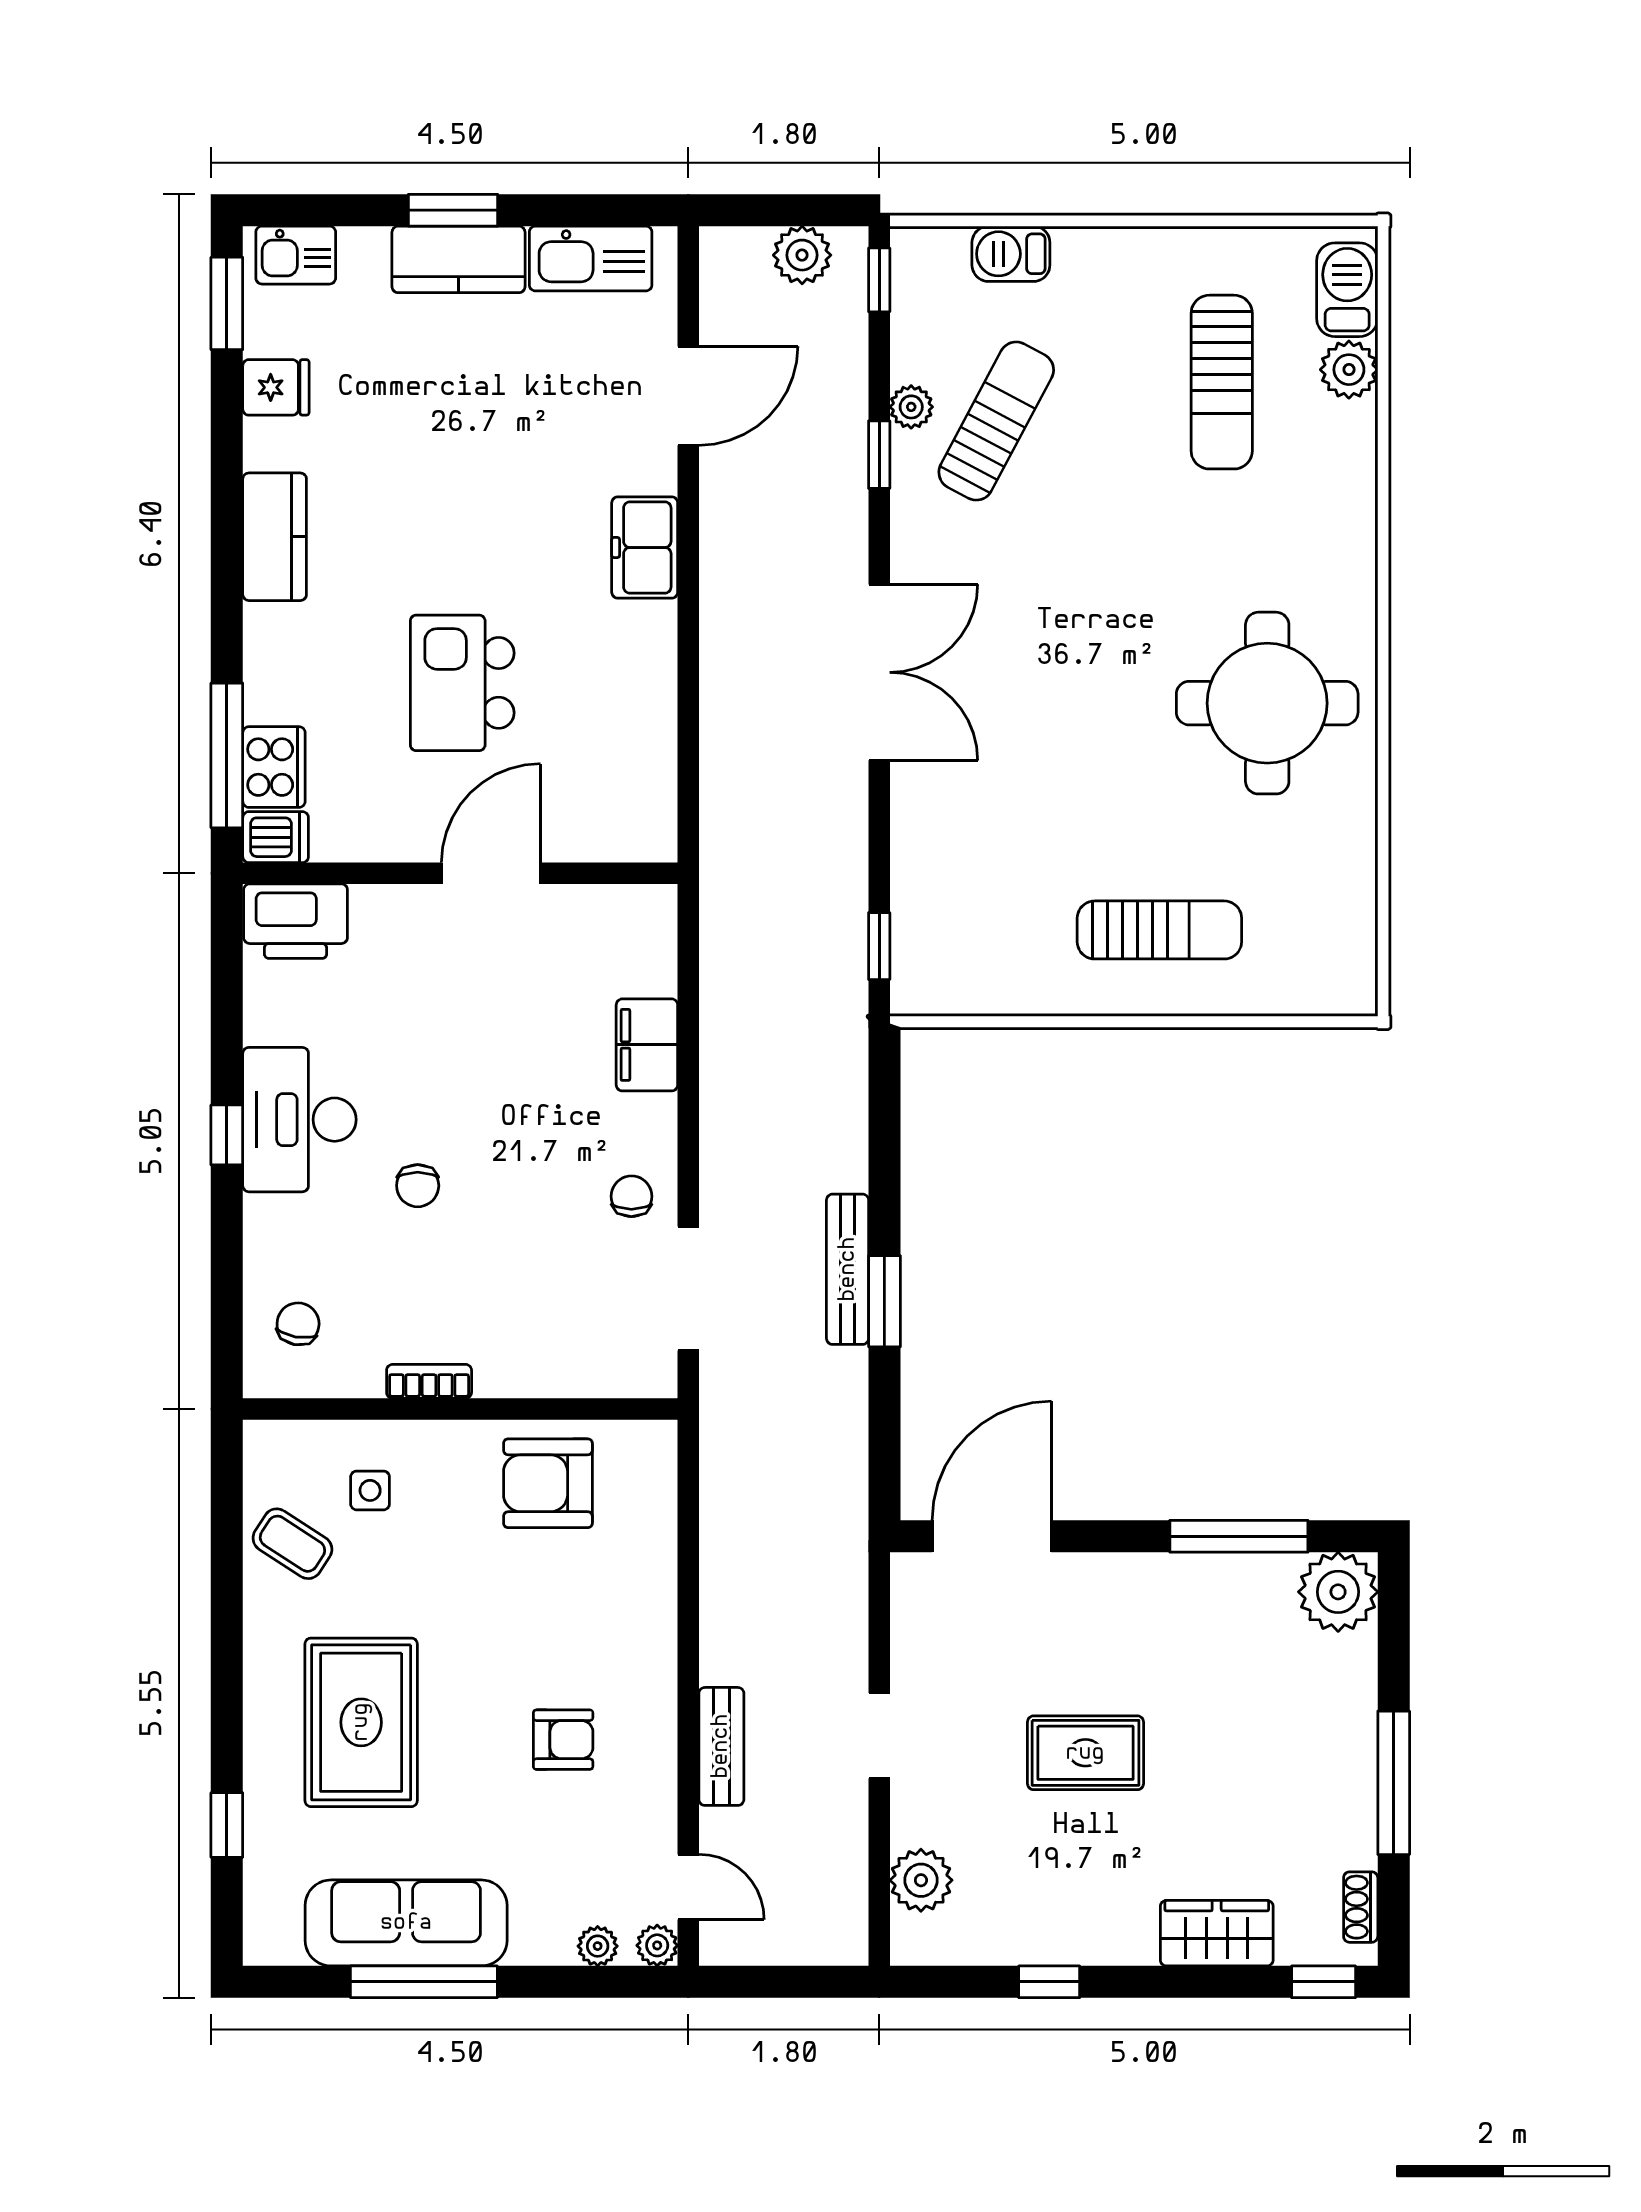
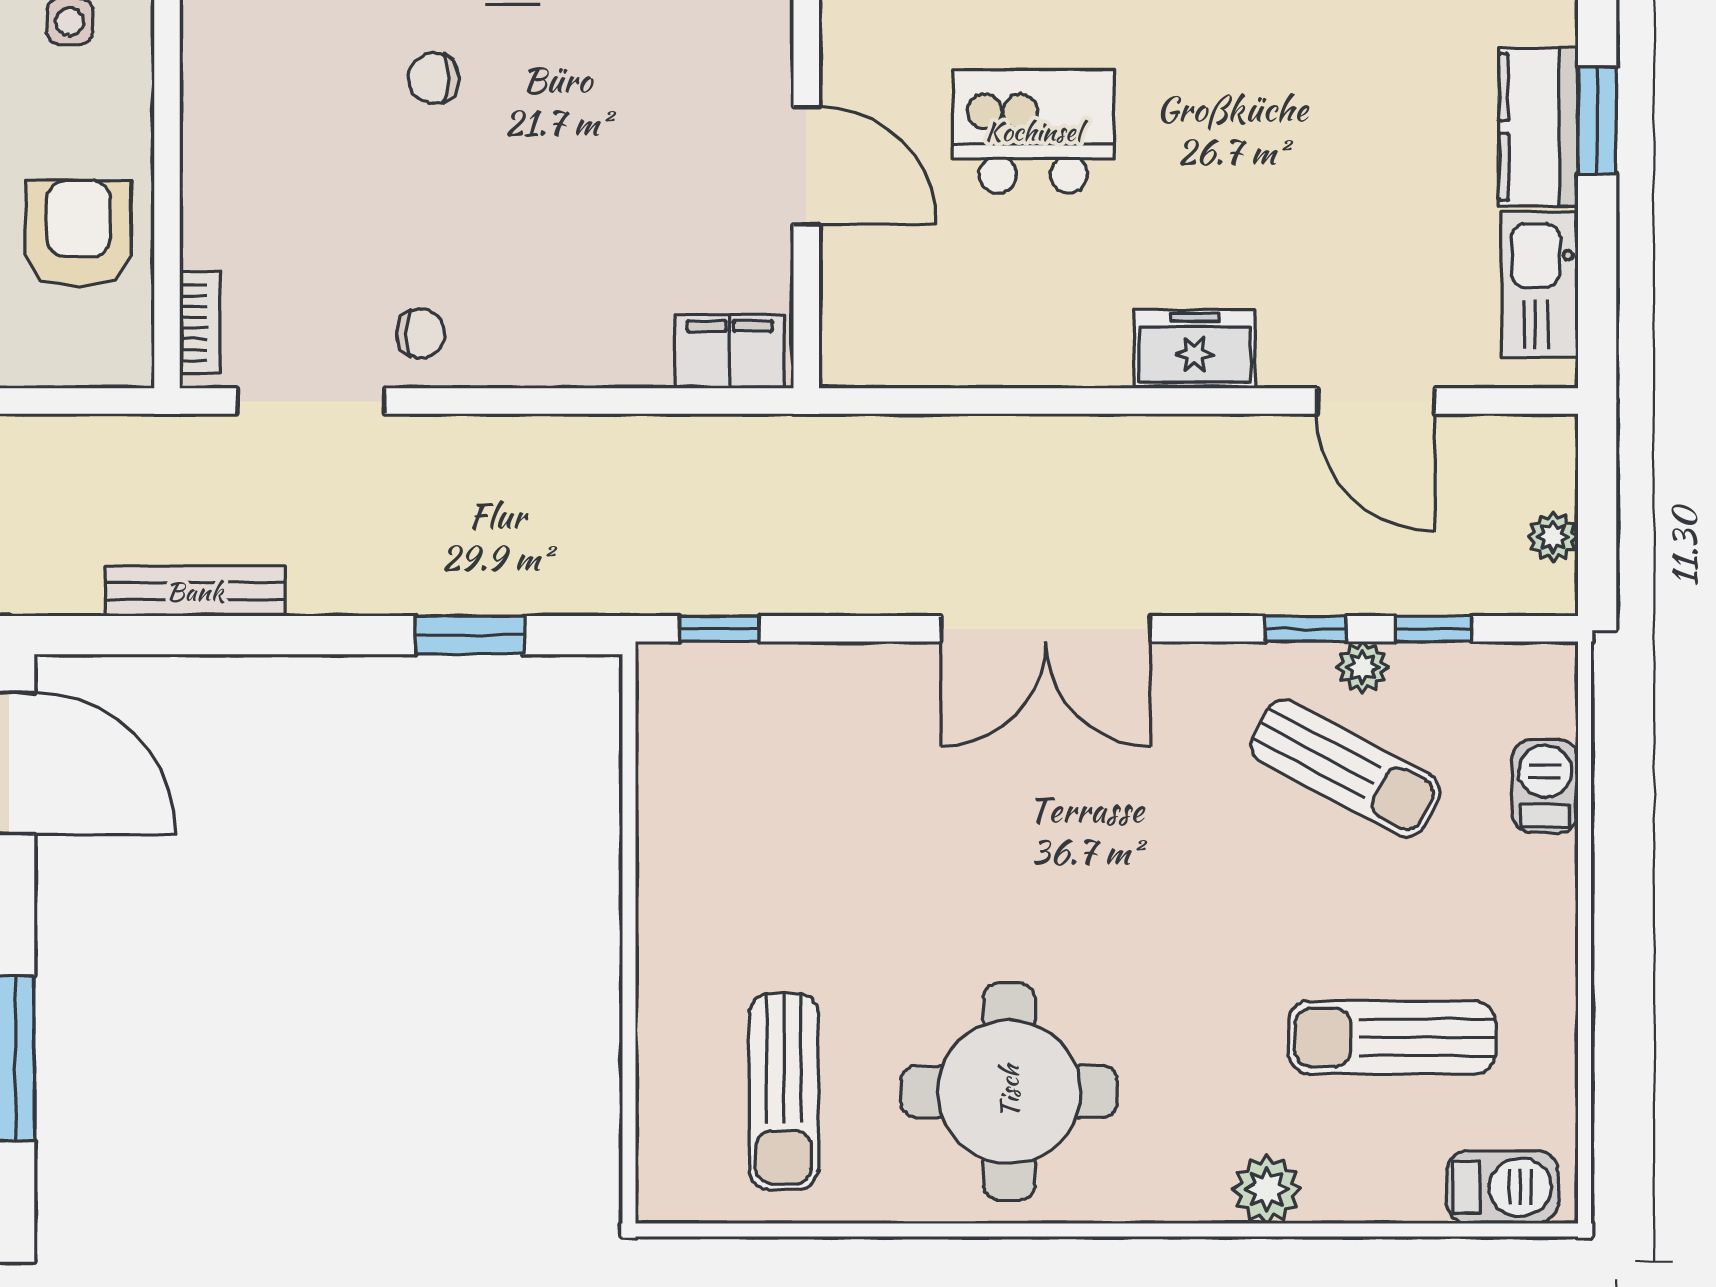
plant: (802, 255) -> (1553, 537), width x0.73, depth x0.73
window: (879, 280) -> (1434, 629), moved
plant: (1349, 370) -> (1267, 1189), moved
sun lounger: (1159, 930) -> (784, 1092), moved
filing cabinet: (647, 1045) -> (730, 352), moved
bench: (848, 1269) -> (195, 591), moved
window: (884, 1301) -> (470, 635), moved
bookcase: (429, 1381) -> (200, 323), moved

